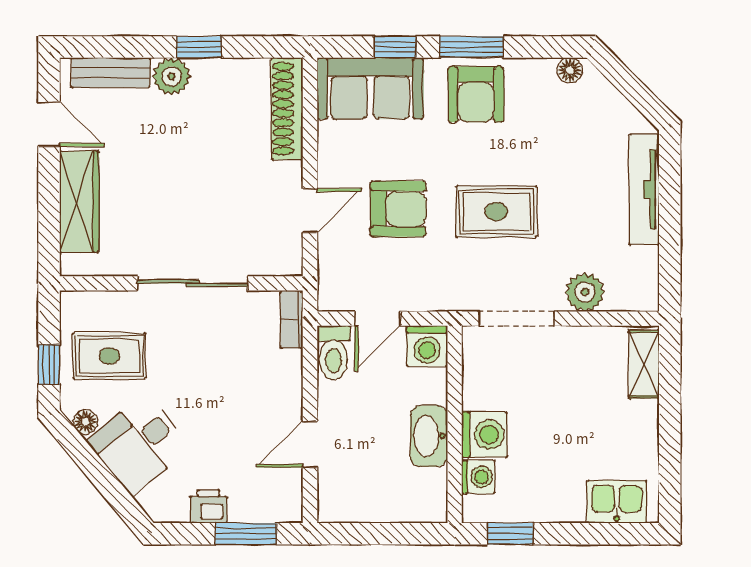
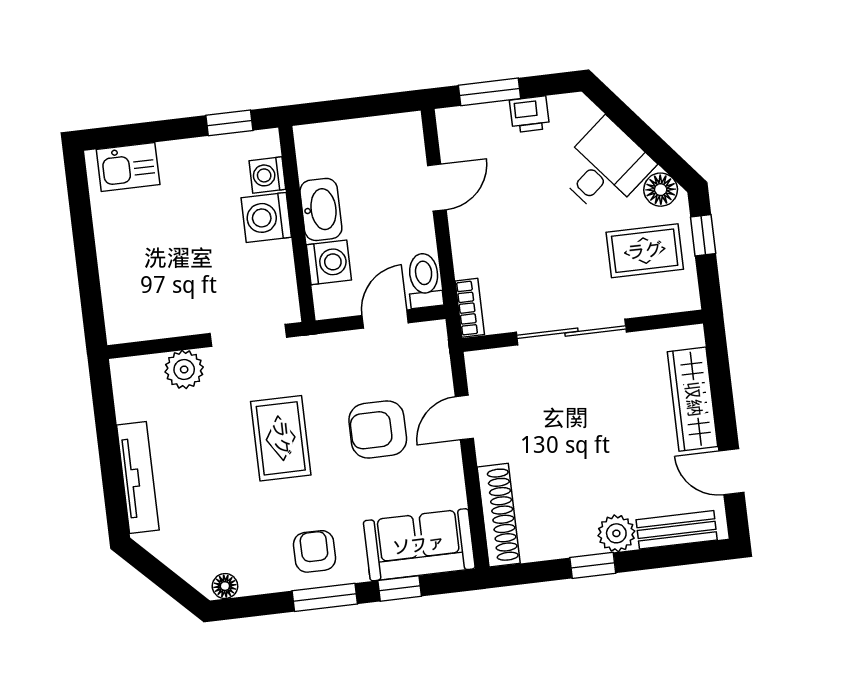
armchair: (476, 94) -> (315, 551), width x0.72, depth x0.72
rug: (496, 212) -> (281, 438), turned 90
washing machine: (427, 346) -> (329, 262), moved, turned 90
shelving: (644, 364) -> (118, 306), removed
floor lamp: (86, 422) -> (661, 190), width x1.37, depth x1.37

